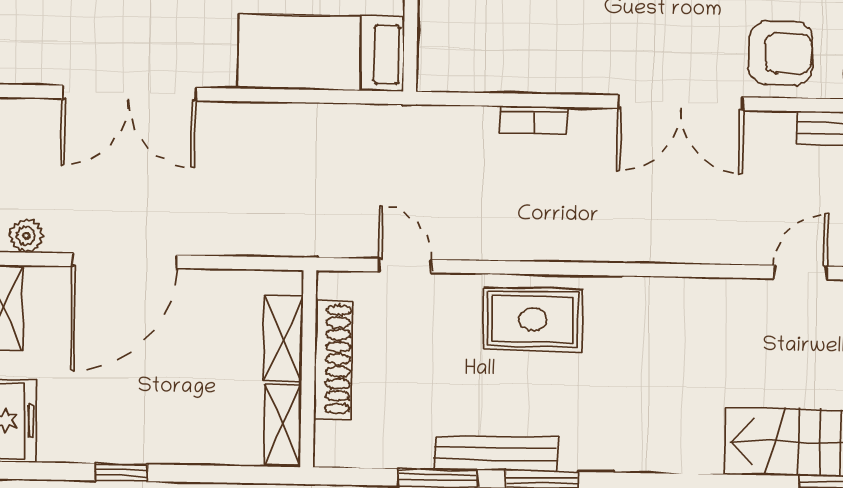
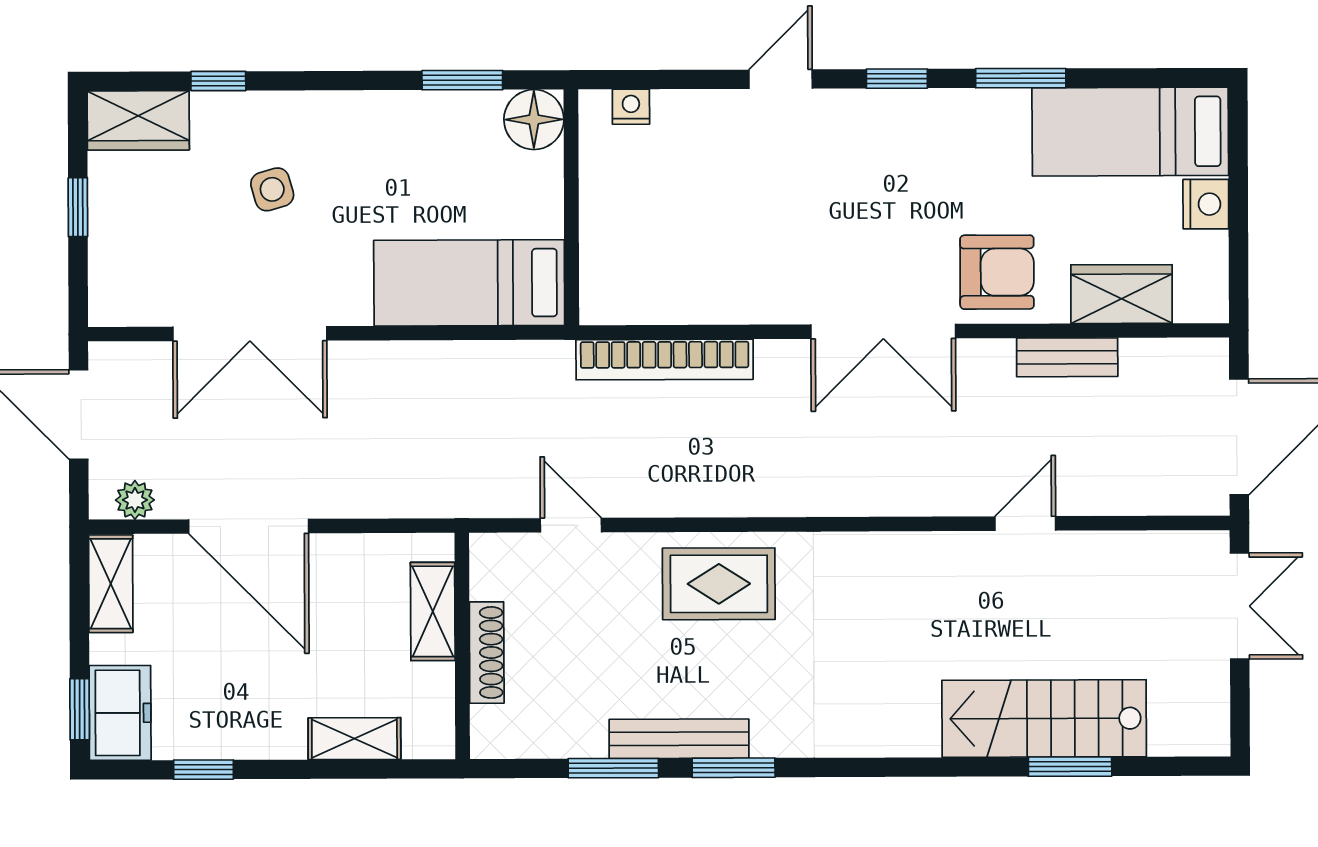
bookcase: (533, 120) -> (665, 360), width x2.31, depth x1.31
door: (124, 261) -> (249, 526), hinge flipped
shoe rack: (333, 359) -> (487, 653), width x0.74, depth x0.81
shelving: (283, 425) -> (354, 739), moved, turned 90
window: (121, 472) -> (203, 770), moved

